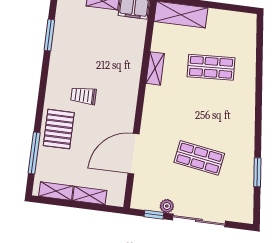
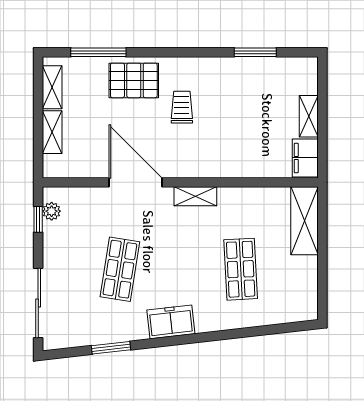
shelving: (155, 68) -> (195, 196), moved
freezer: (244, 125) -> (171, 322), added
door: (133, 154) -> (135, 182), moved
plant: (167, 206) -> (52, 211), moved
sliding door: (199, 220) -> (38, 303), moved

